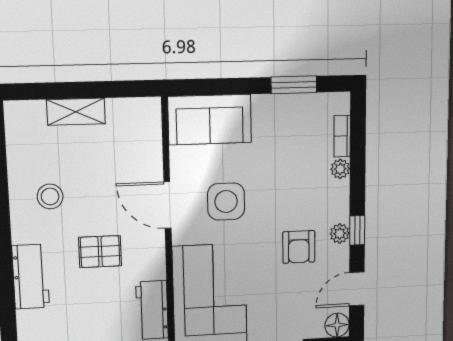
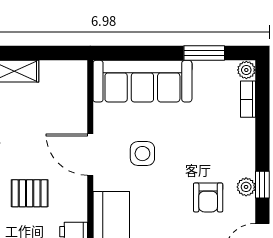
sofa: (210, 120) -> (142, 81), width x1.36
plant: (340, 169) -> (246, 70), moved
side table: (226, 202) -> (142, 154), width x0.73, depth x0.73

